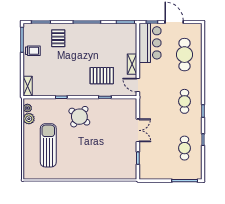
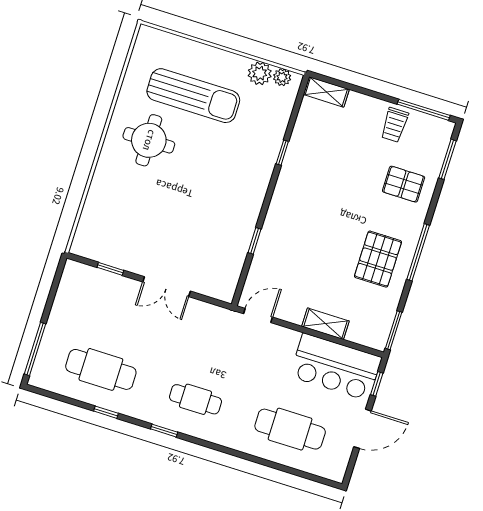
shelving: (132, 64) -> (325, 324), moved
pallet: (102, 76) -> (378, 259), moved
round table: (79, 117) -> (149, 140), moved, turned -37
cafe table: (185, 148) -> (101, 369), width x1.37, depth x1.35

